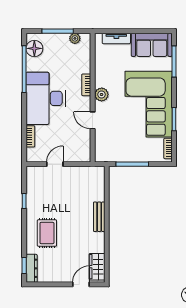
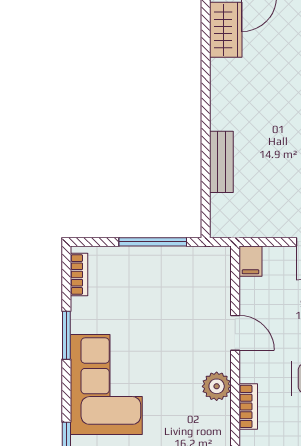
corner sofa: (149, 104) -> (106, 384), width x0.73, depth x0.74
filing cabinet: (85, 155) -> (250, 261), added
bench: (99, 217) -> (221, 162), moved

